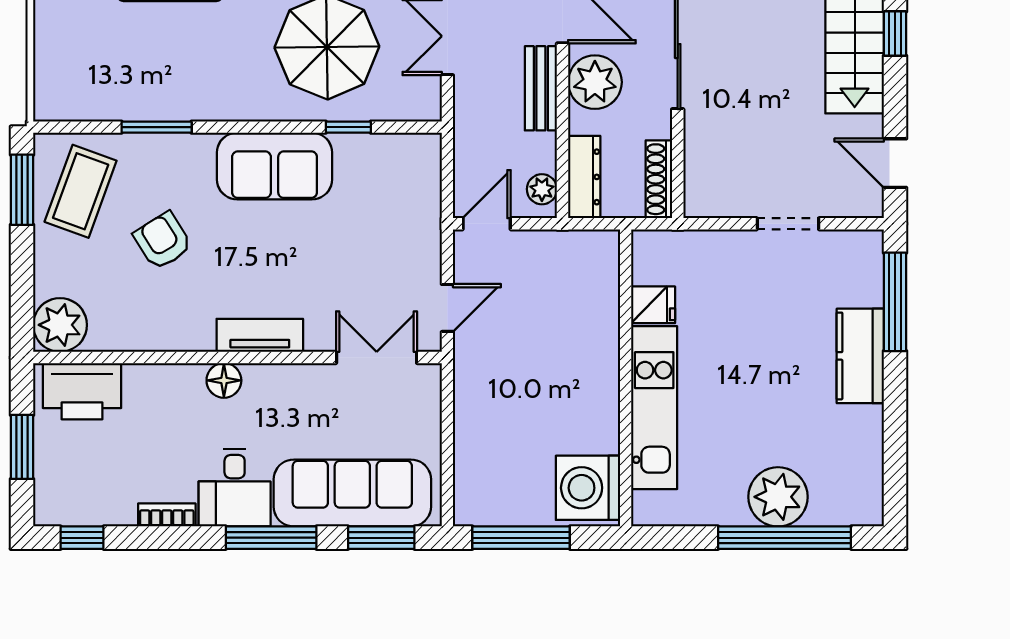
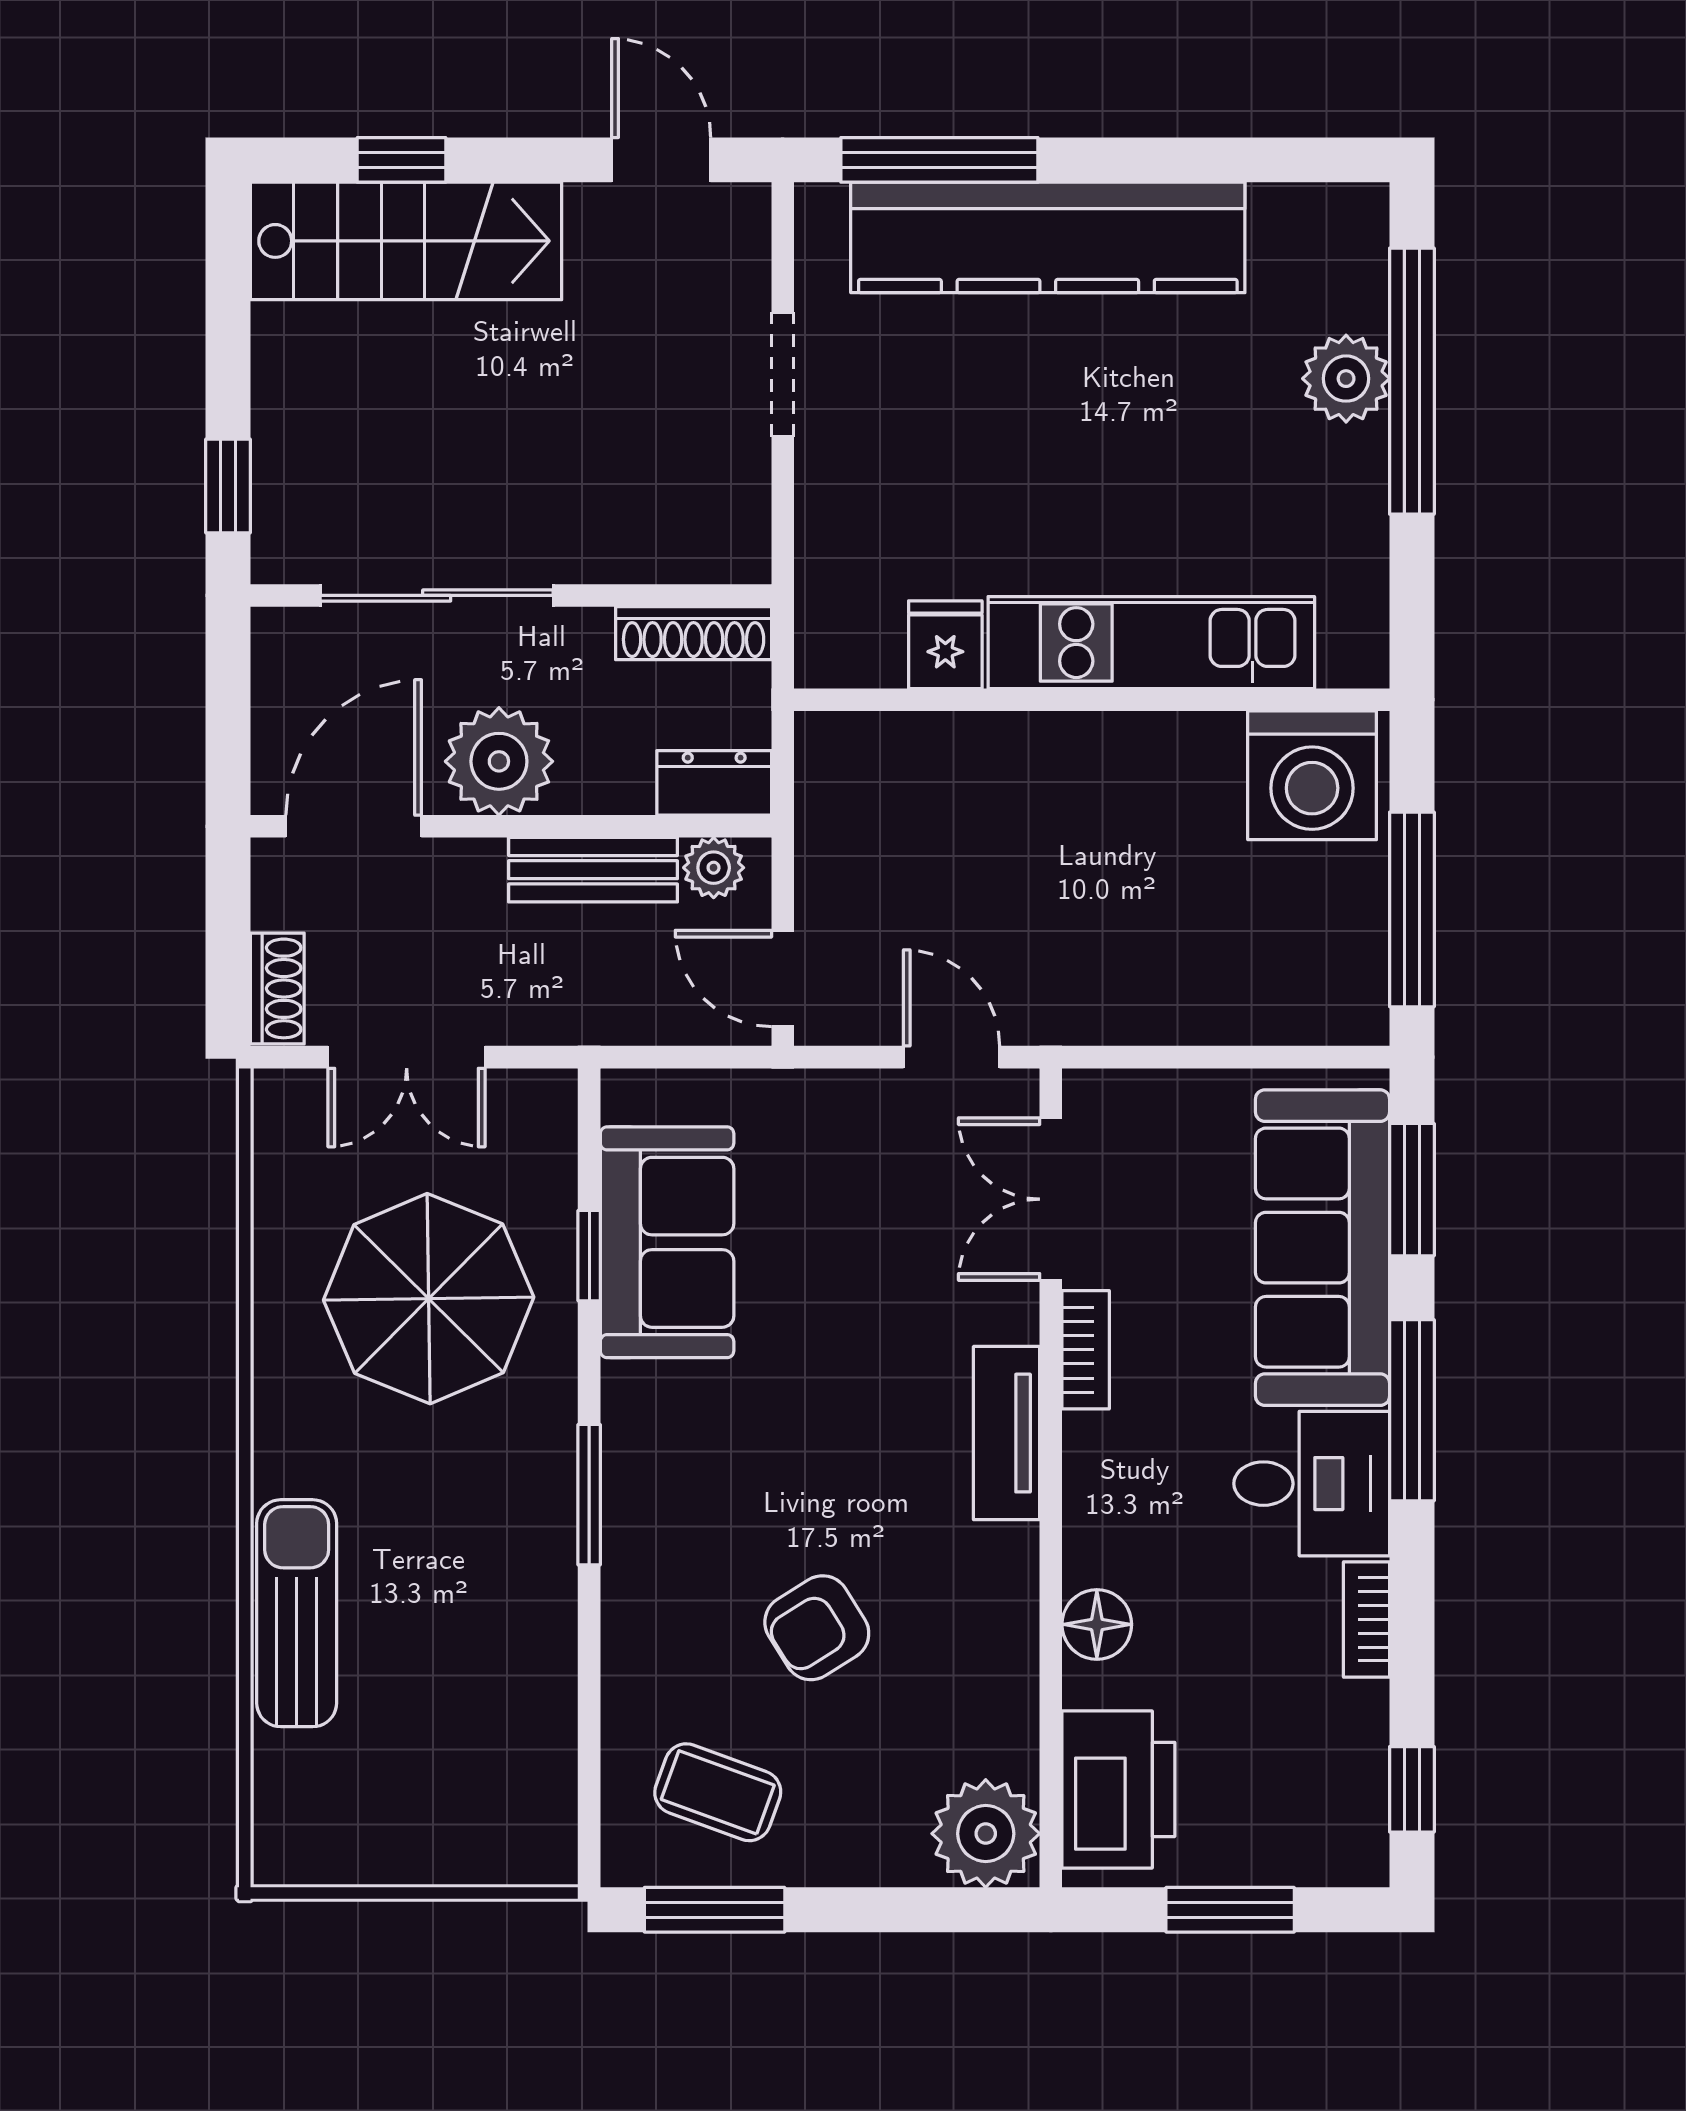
bench: (541, 88) -> (593, 870), moved
window: (157, 127) -> (589, 1495), moved
door: (895, 163) -> (661, 160), swing flipped
sofa: (275, 166) -> (667, 1242), moved
dresser: (584, 177) -> (714, 783), width x0.70
coffee table: (81, 191) -> (718, 1792), width x0.73, depth x0.77
kitchen counter: (860, 356) -> (1048, 237), width x2.08, depth x1.17
bookcase: (301, 375) -> (1086, 1350), added
floor lamp: (224, 380) -> (1097, 1624), moved
plant: (778, 497) -> (1346, 379), width x0.73, depth x0.73

